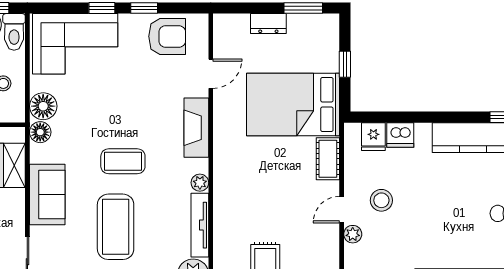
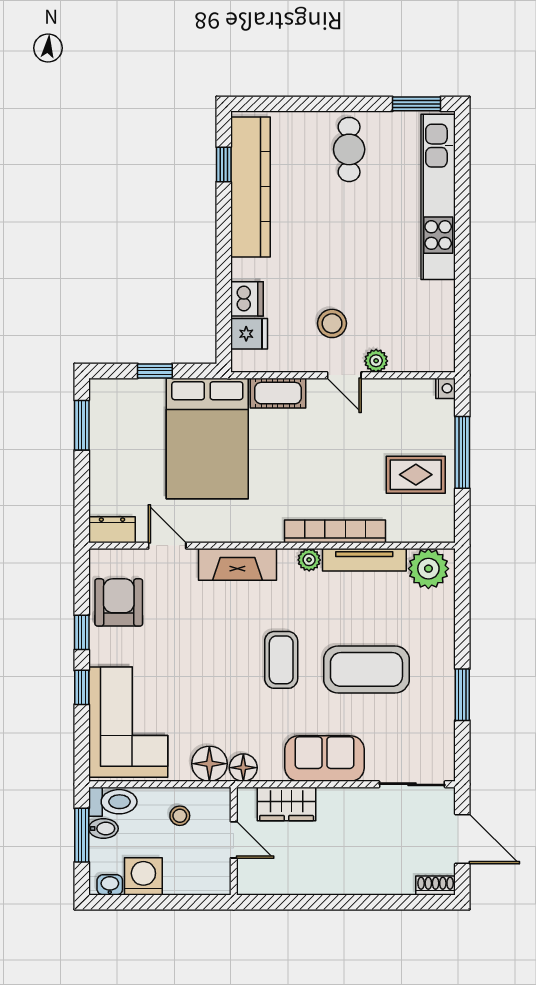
dresser: (268, 24) -> (112, 530), moved, turned -90
bookcase: (222, 203) -> (335, 531), added

